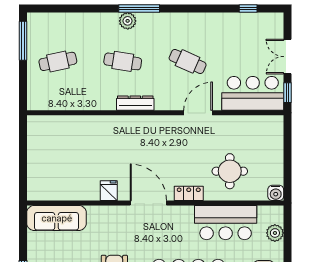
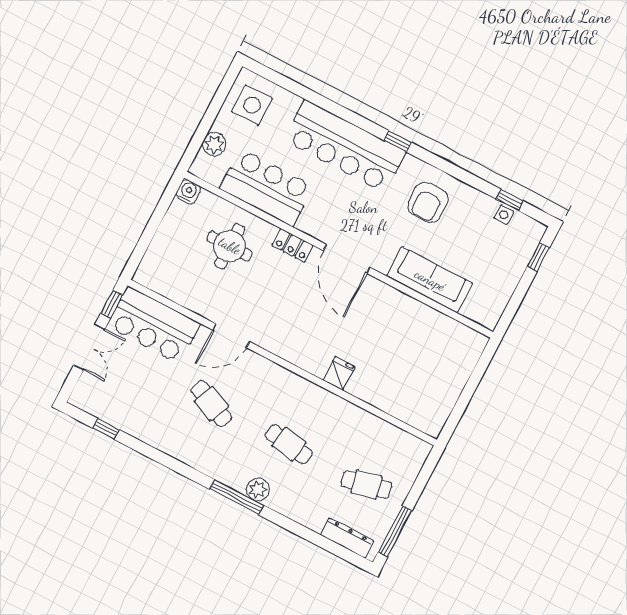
dresser: (135, 103) -> (347, 538), moved, turned 180
fridge: (109, 191) -> (339, 373), moved, turned 180
sofa: (57, 218) -> (430, 280), moved

